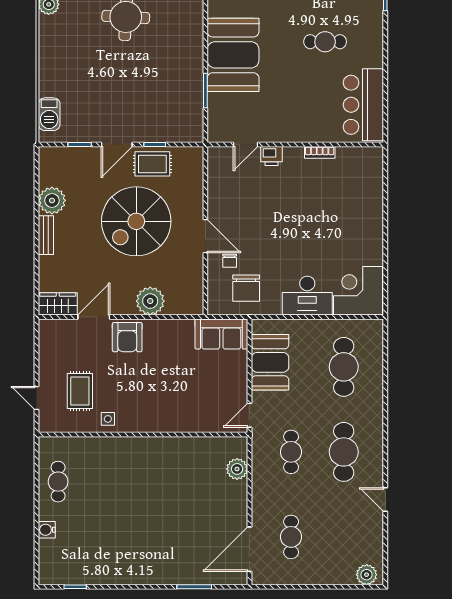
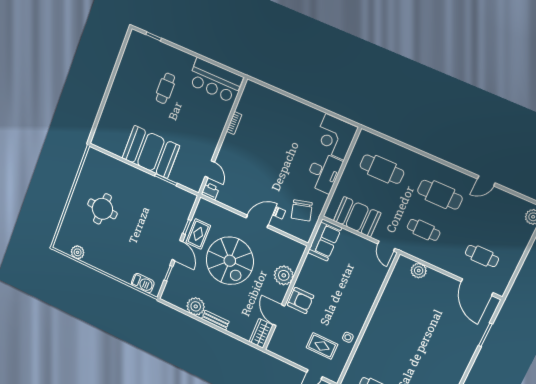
printer: (271, 156) -> (210, 191), moved, turned -90
chair: (246, 288) -> (302, 210), turned 75

